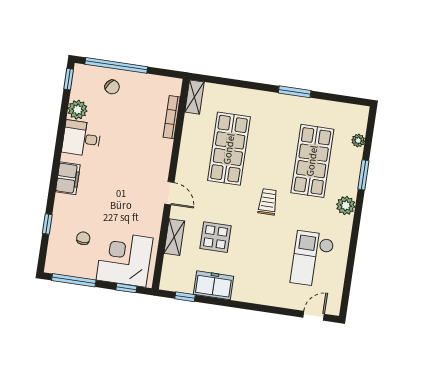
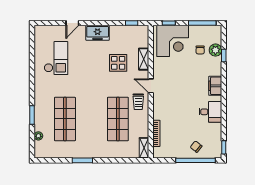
plant: (78, 110) -> (215, 50), moved
trolley: (268, 202) -> (138, 102), moved
plant: (346, 205) -> (40, 94), removed
freezer: (213, 285) -> (98, 33), moved
door: (314, 316) -> (72, 23), moved

